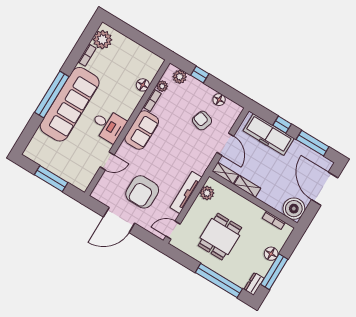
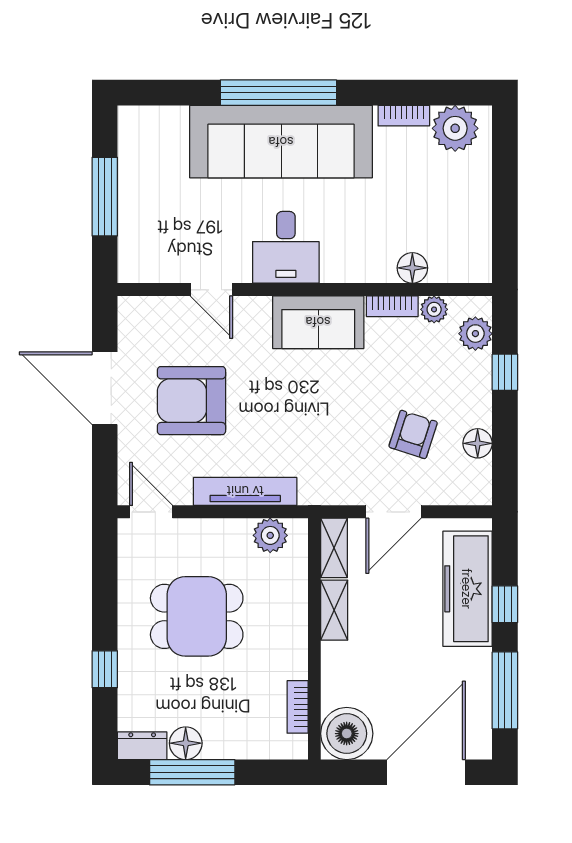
floor lamp: (271, 254) -> (186, 743), moved
window: (219, 281) -> (105, 669), width x0.32

